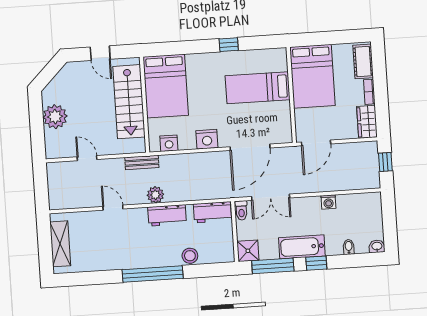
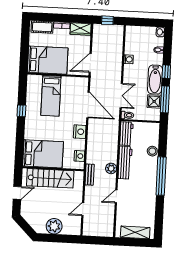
door: (316, 143) -> (90, 63), swing flipped
workbench: (167, 215) -> (125, 163), width x1.38
shower: (248, 251) -> (154, 101), moved

